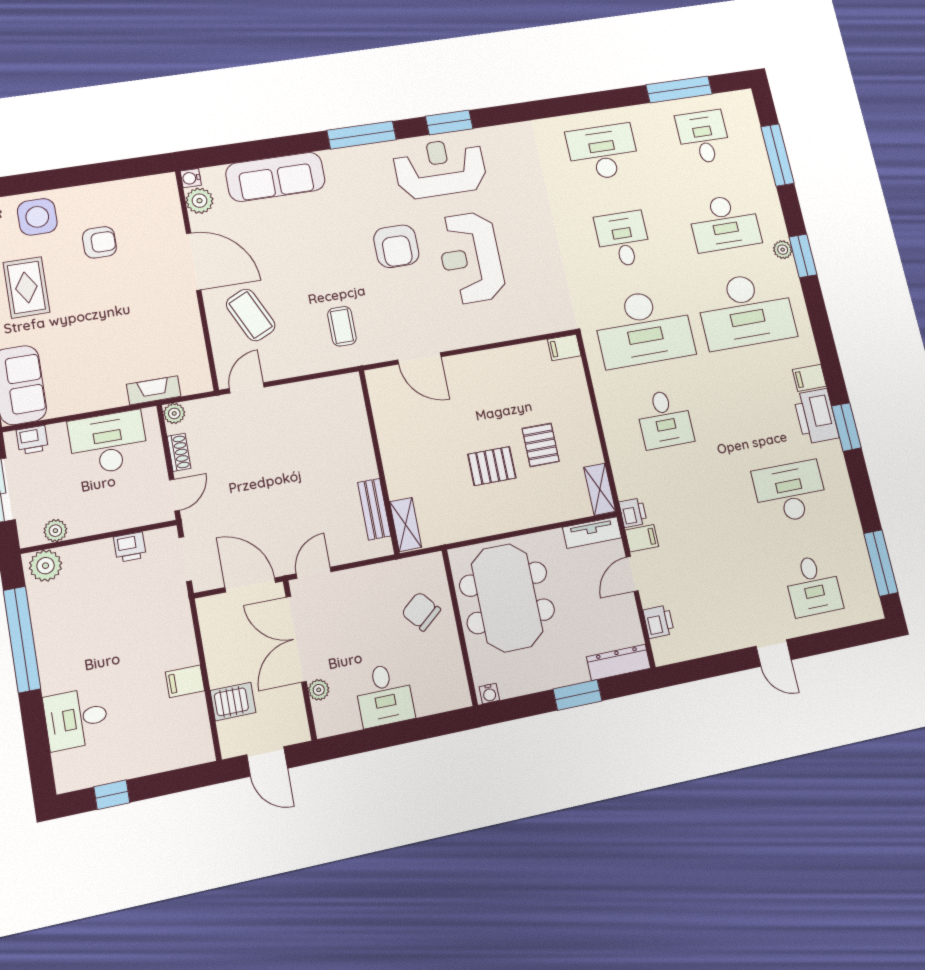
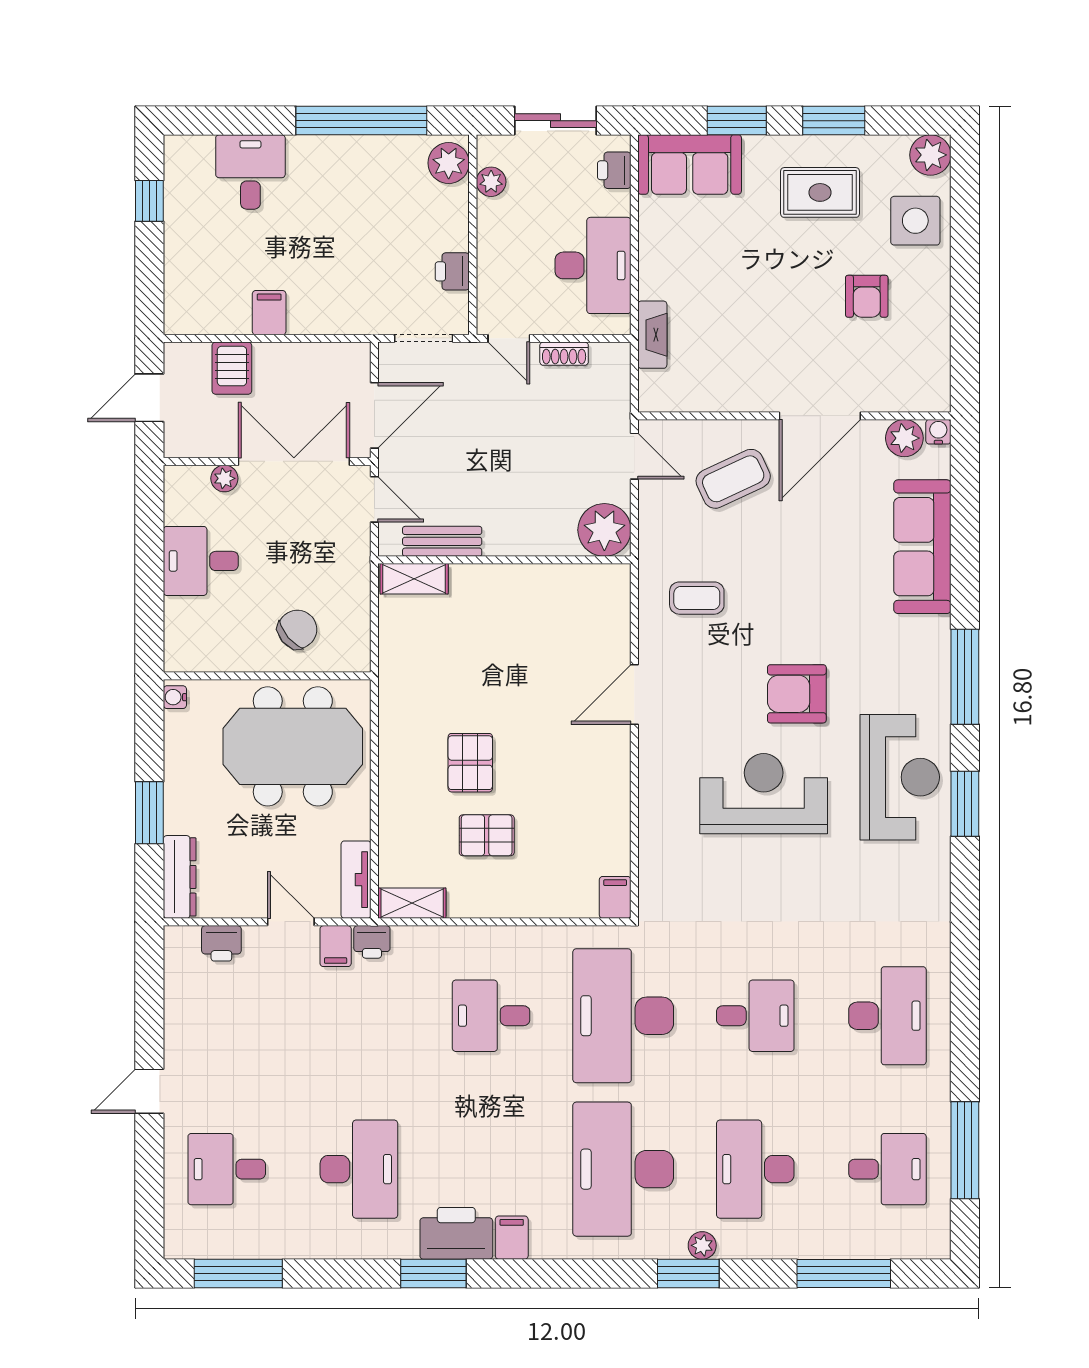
plant: (174, 413) -> (604, 530), moved, width x1.87, depth x1.87
wall: (379, 461) -> (504, 560), moved
bench: (374, 509) -> (442, 541), moved
shelving: (406, 525) -> (414, 579), moved

